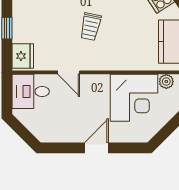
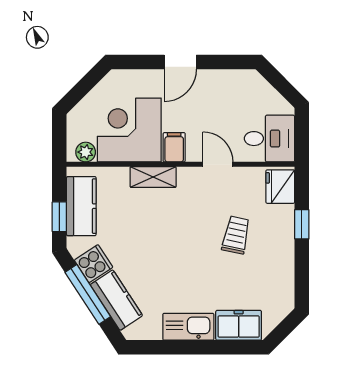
trolley: (91, 27) -> (236, 235), moved
shelving: (116, 63) -> (153, 177), added
filing cabinet: (101, 85) -> (174, 147), added

